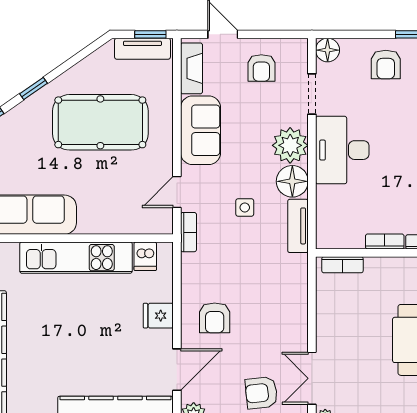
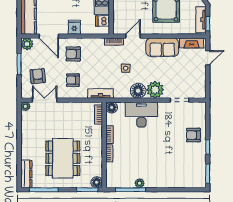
floor lamp: (328, 50) -> (112, 107), moved
armchair: (261, 68) -> (73, 80), moved
desk: (342, 150) -> (141, 114), moved
door: (177, 192) -> (133, 36), hinge flipped
tv unit: (298, 226) -> (100, 93), moved

